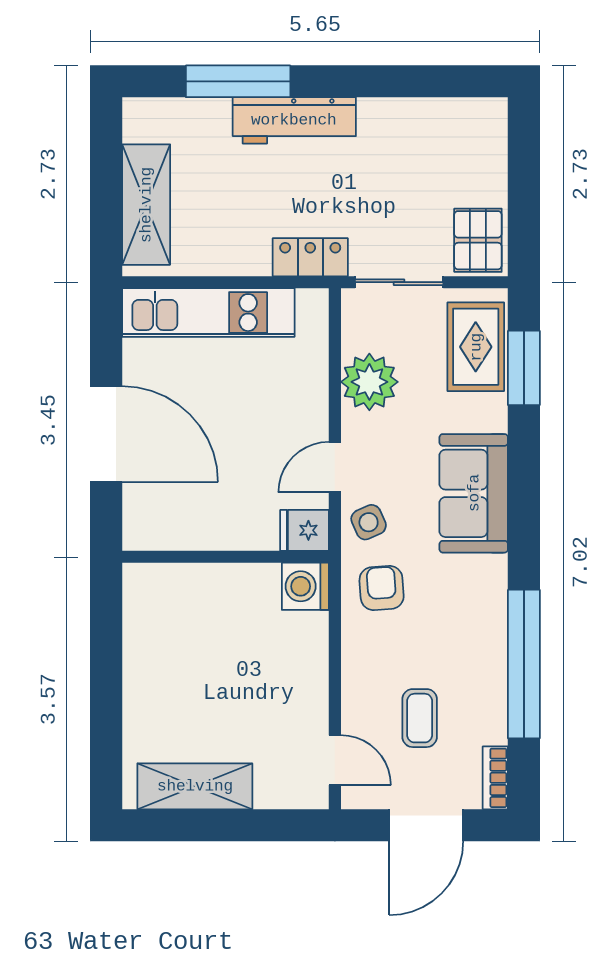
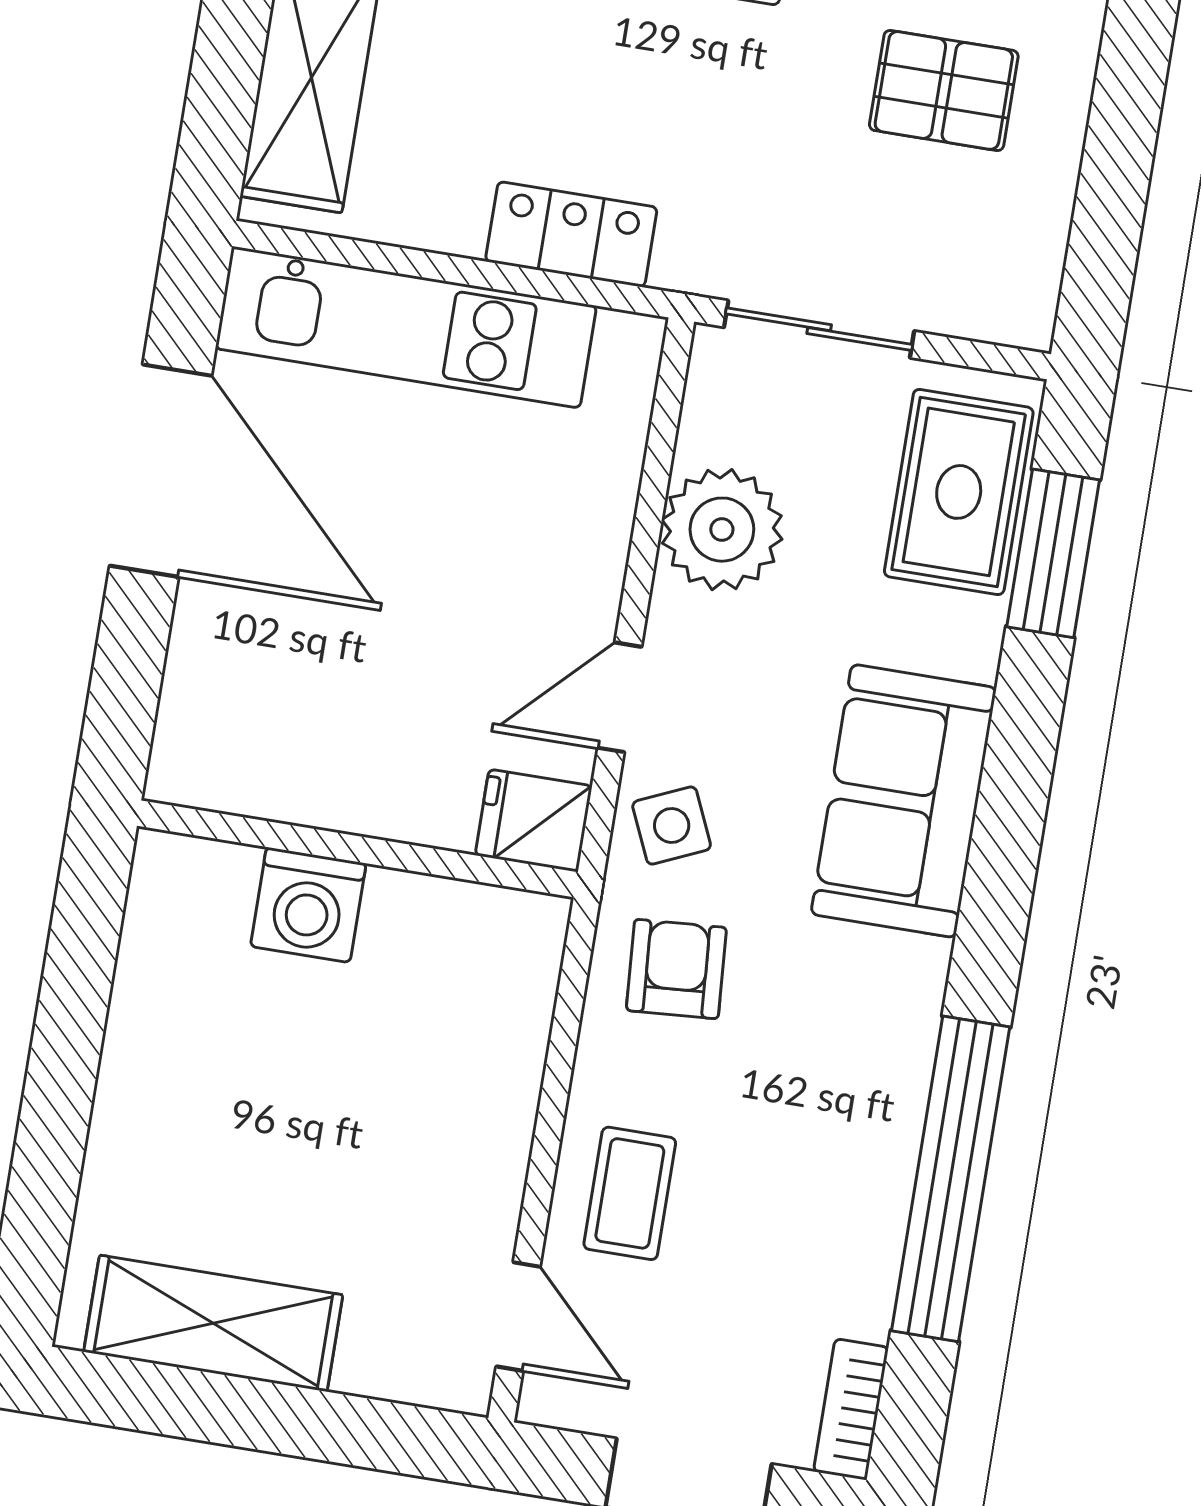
pallet: (478, 240) -> (944, 90), moved, turned 90
locker: (310, 257) -> (571, 234), moved
door: (106, 434) -> (161, 471), moved
washing machine: (305, 586) -> (308, 905), moved, turned -90
coffee table: (420, 718) -> (630, 1193), moved

